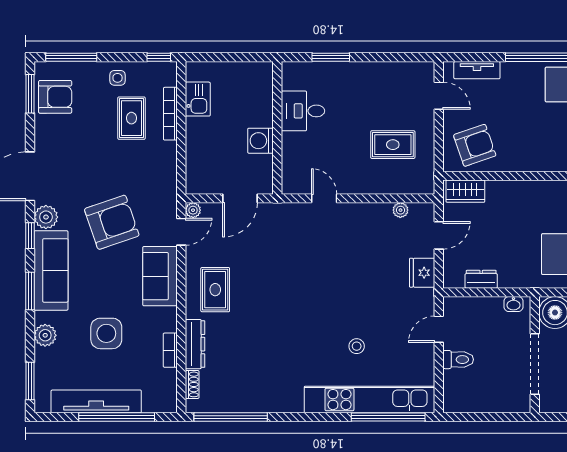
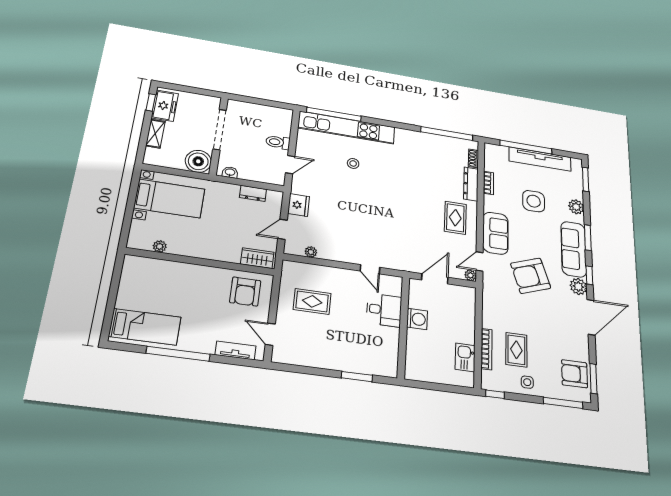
desk: (303, 111) -> (384, 310), moved
armchair: (475, 145) -> (245, 292), turned -71

